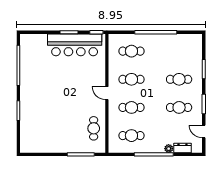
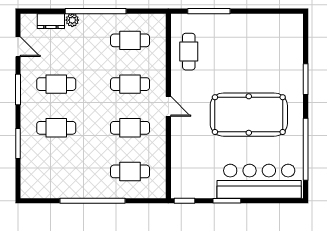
bar counter: (75, 45) -> (259, 181), moved
pool table: (55, 88) -> (249, 115), added

